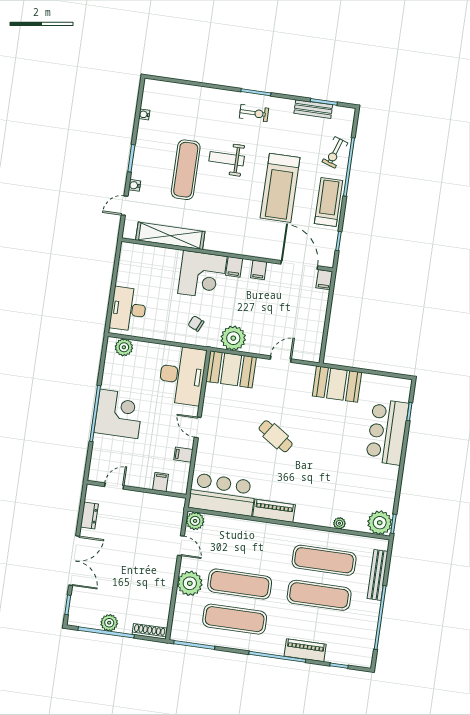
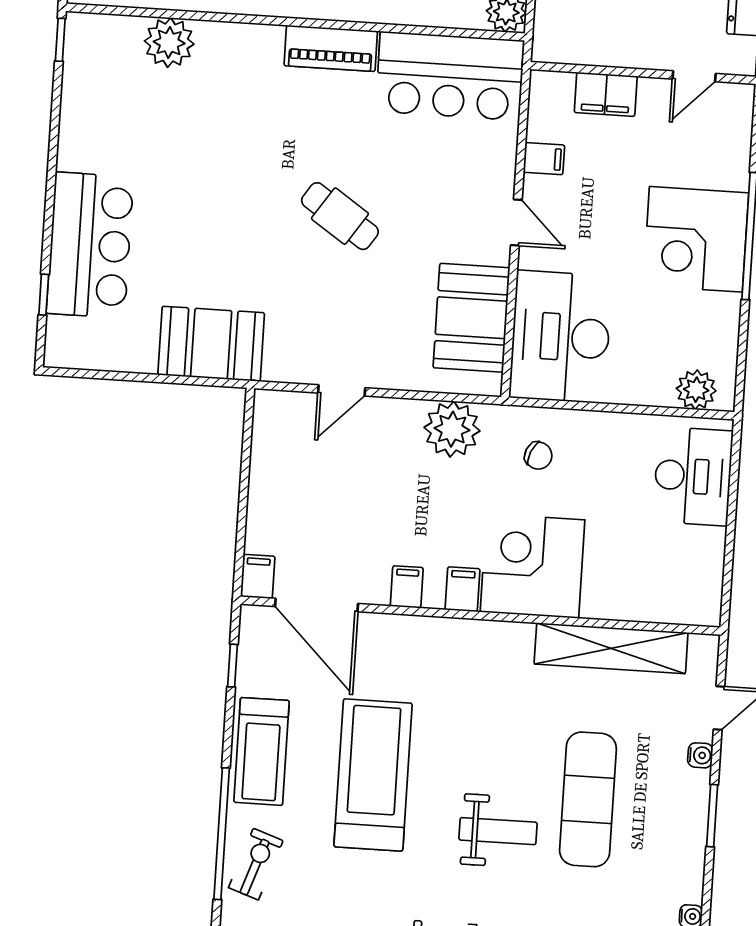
booth: (231, 369) -> (471, 318), moved, turned 90
filing cabinet: (161, 482) -> (606, 94), width x2.00
plant: (339, 523) -> (169, 42), width x1.88, depth x1.88
plant: (380, 523) -> (91, 40), removed

